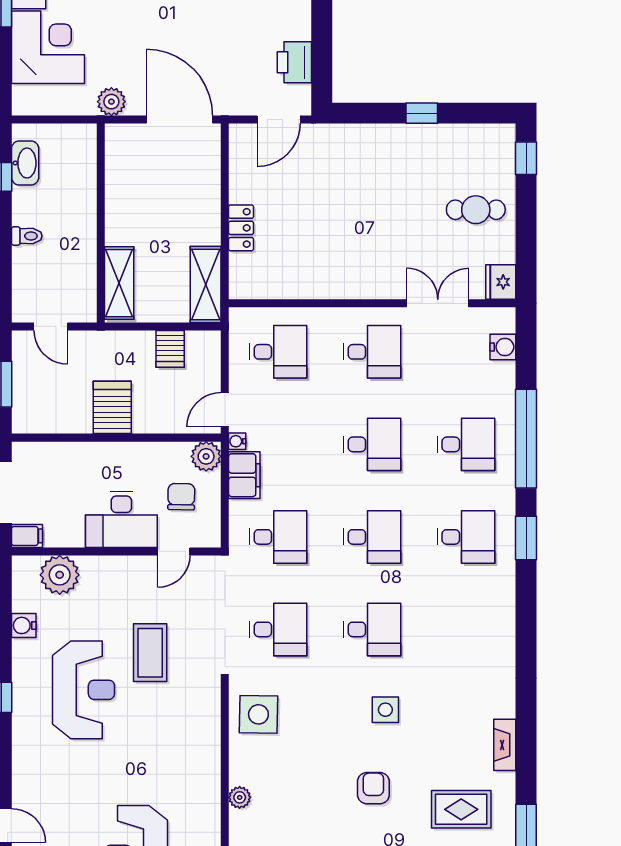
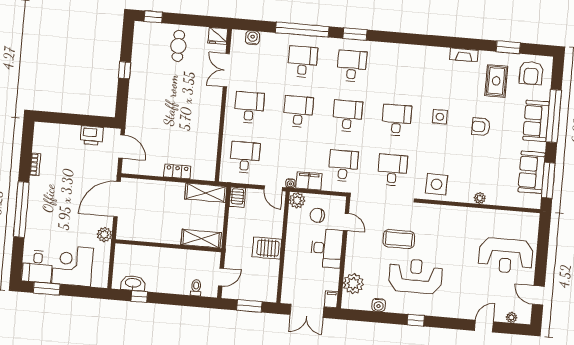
toilet: (27, 236) -> (196, 288), moved
server rack: (170, 349) -> (237, 197), moved, turned 90

